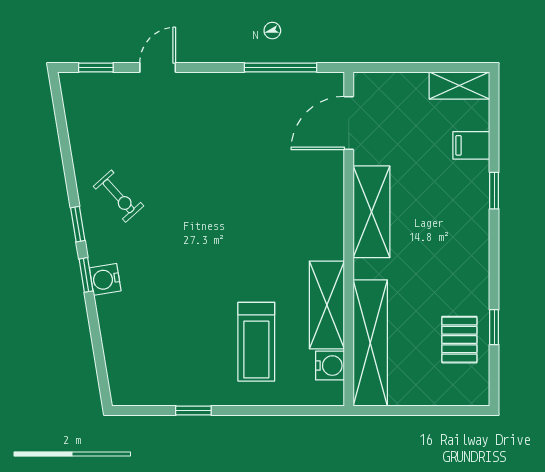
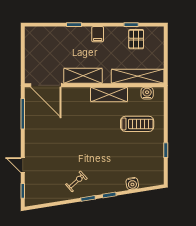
shelving: (459, 85) -> (30, 39), removed
door: (349, 123) -> (46, 85), width x1.36
filing cabinet: (471, 145) -> (98, 34), moved
water cooler: (105, 279) -> (132, 184), moved
shelving: (327, 305) -> (109, 94), moved
pallet: (459, 340) -> (136, 39), turned 90

